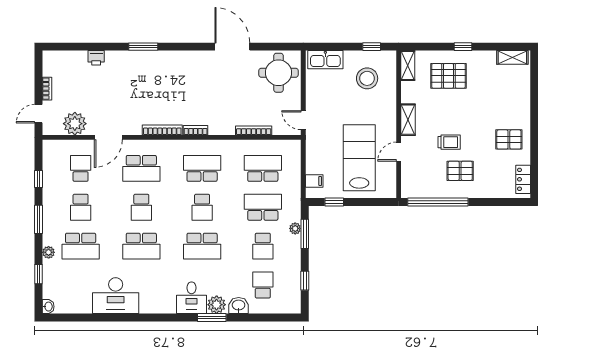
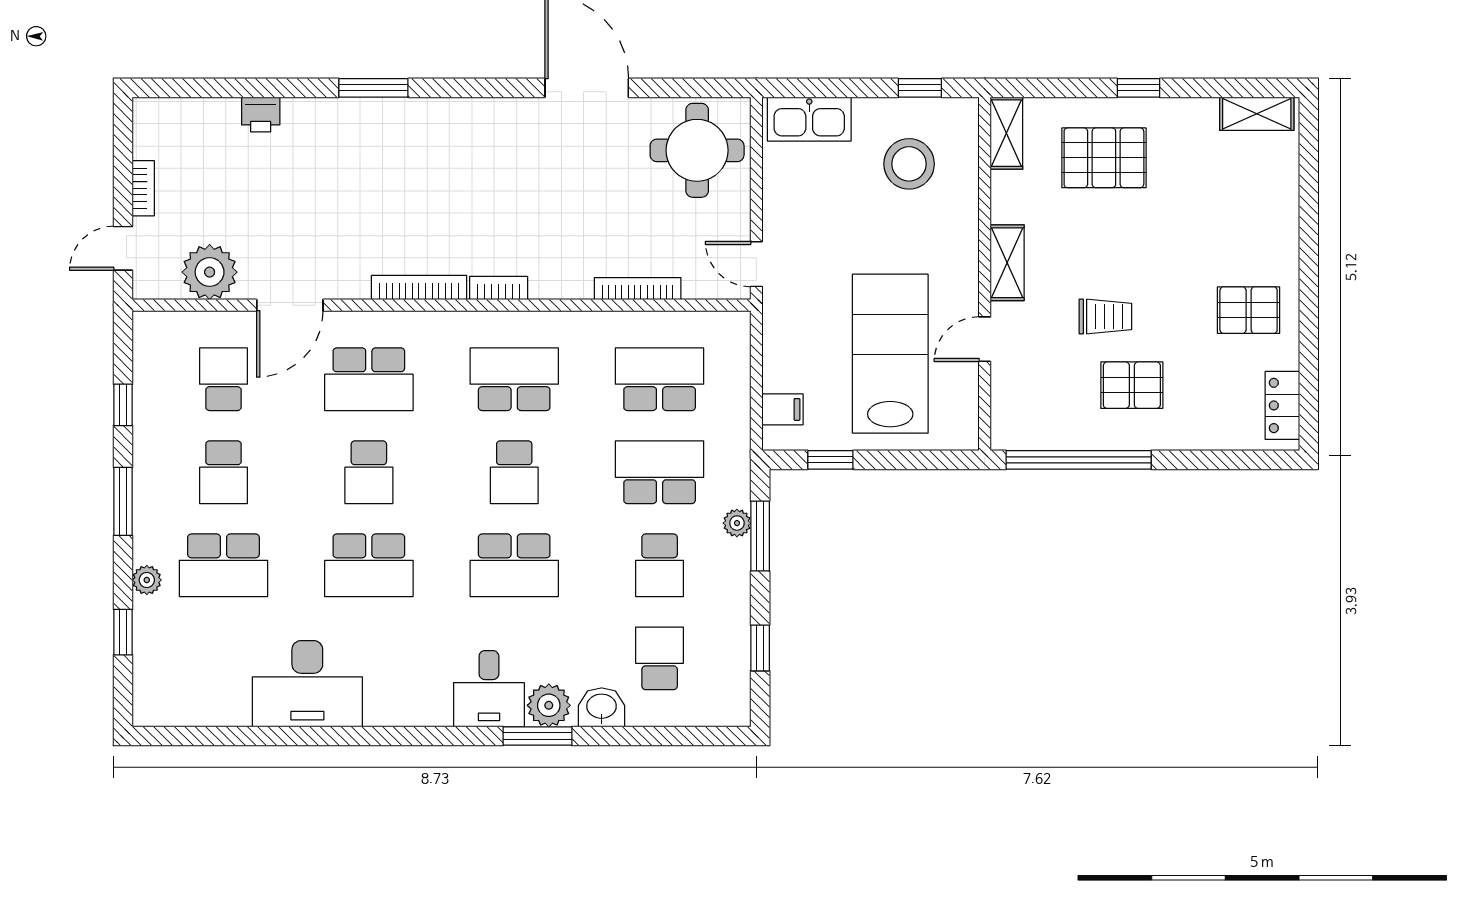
washbasin: (48, 307) -> (146, 710), removed

